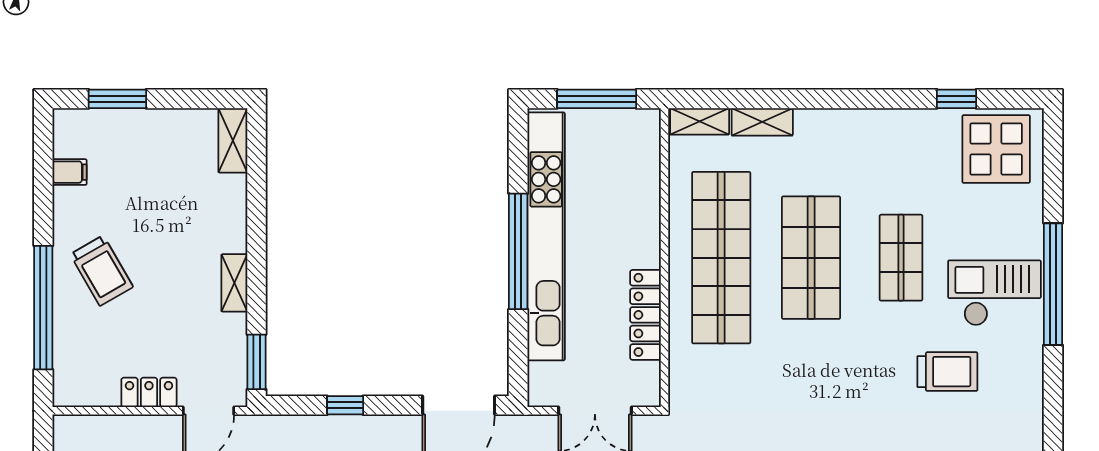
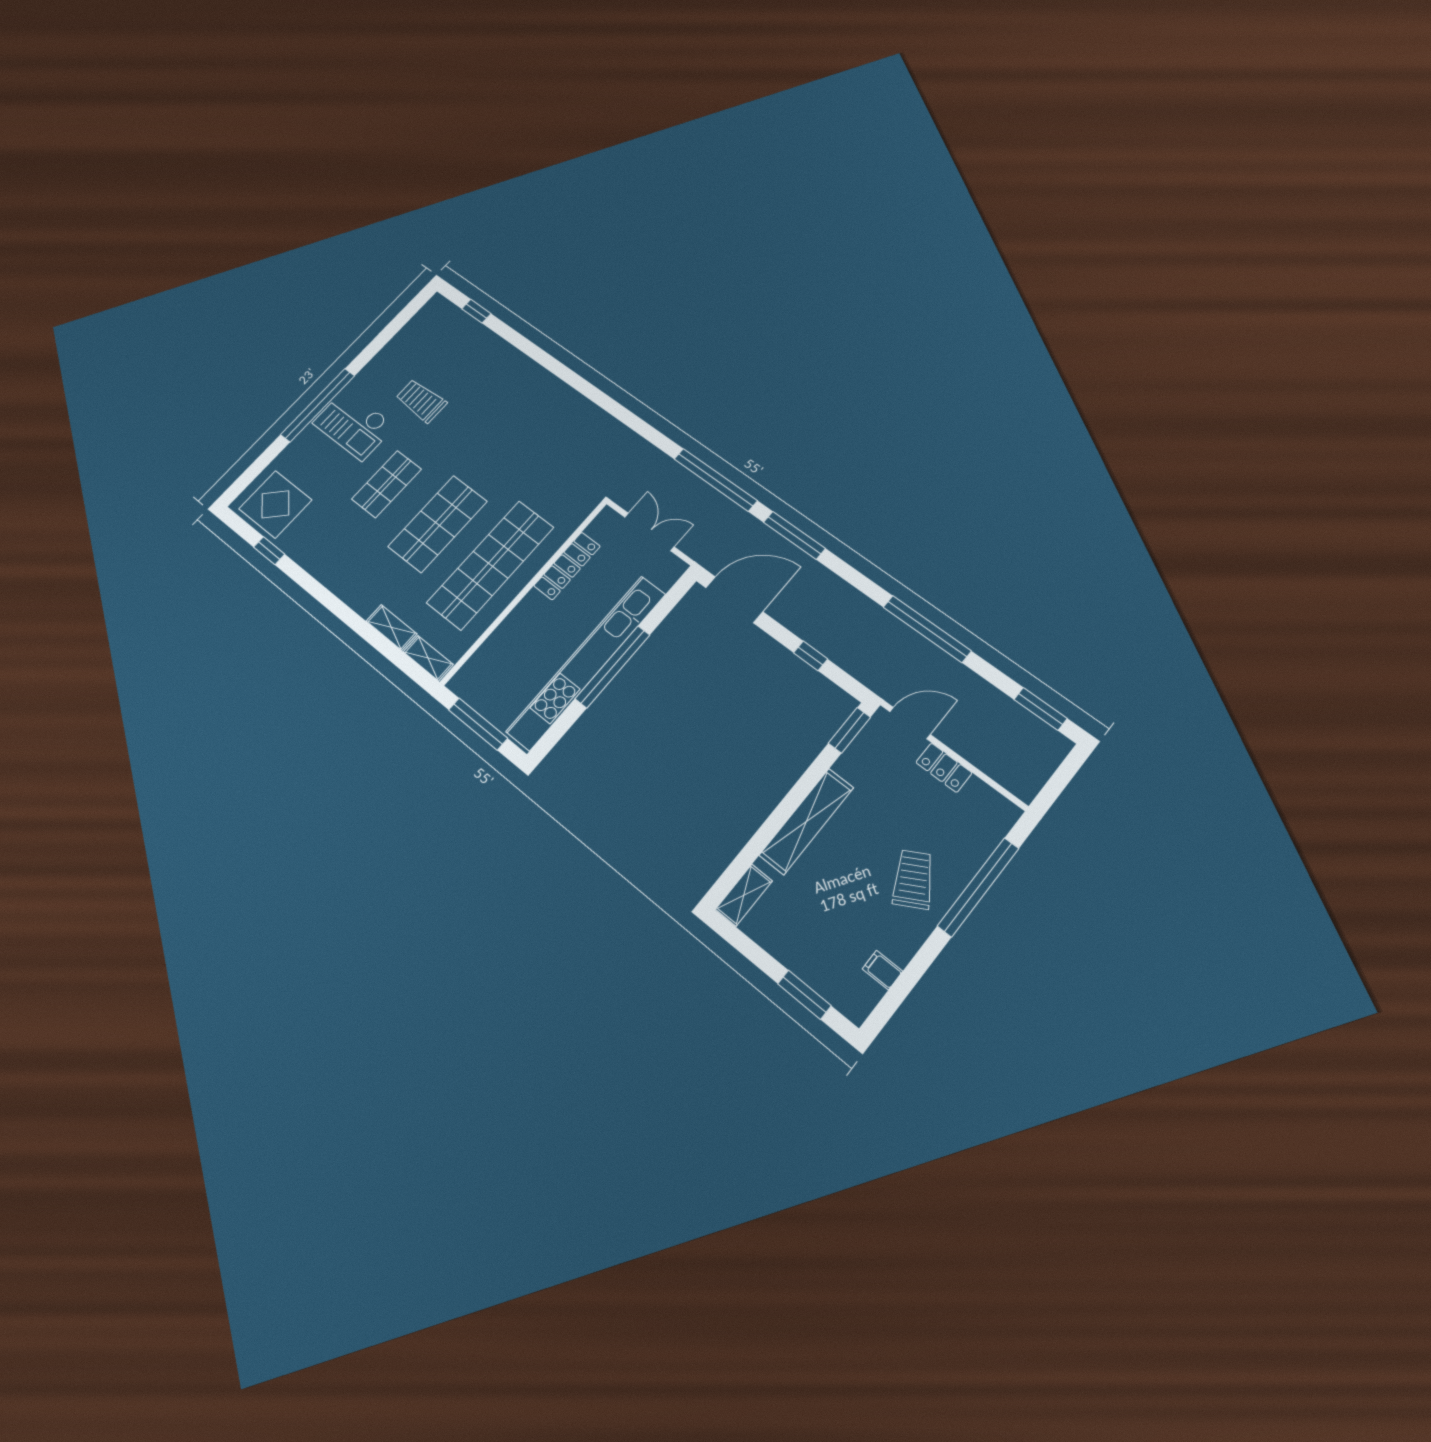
shelving: (234, 283) -> (807, 821), width x2.20, depth x1.33

